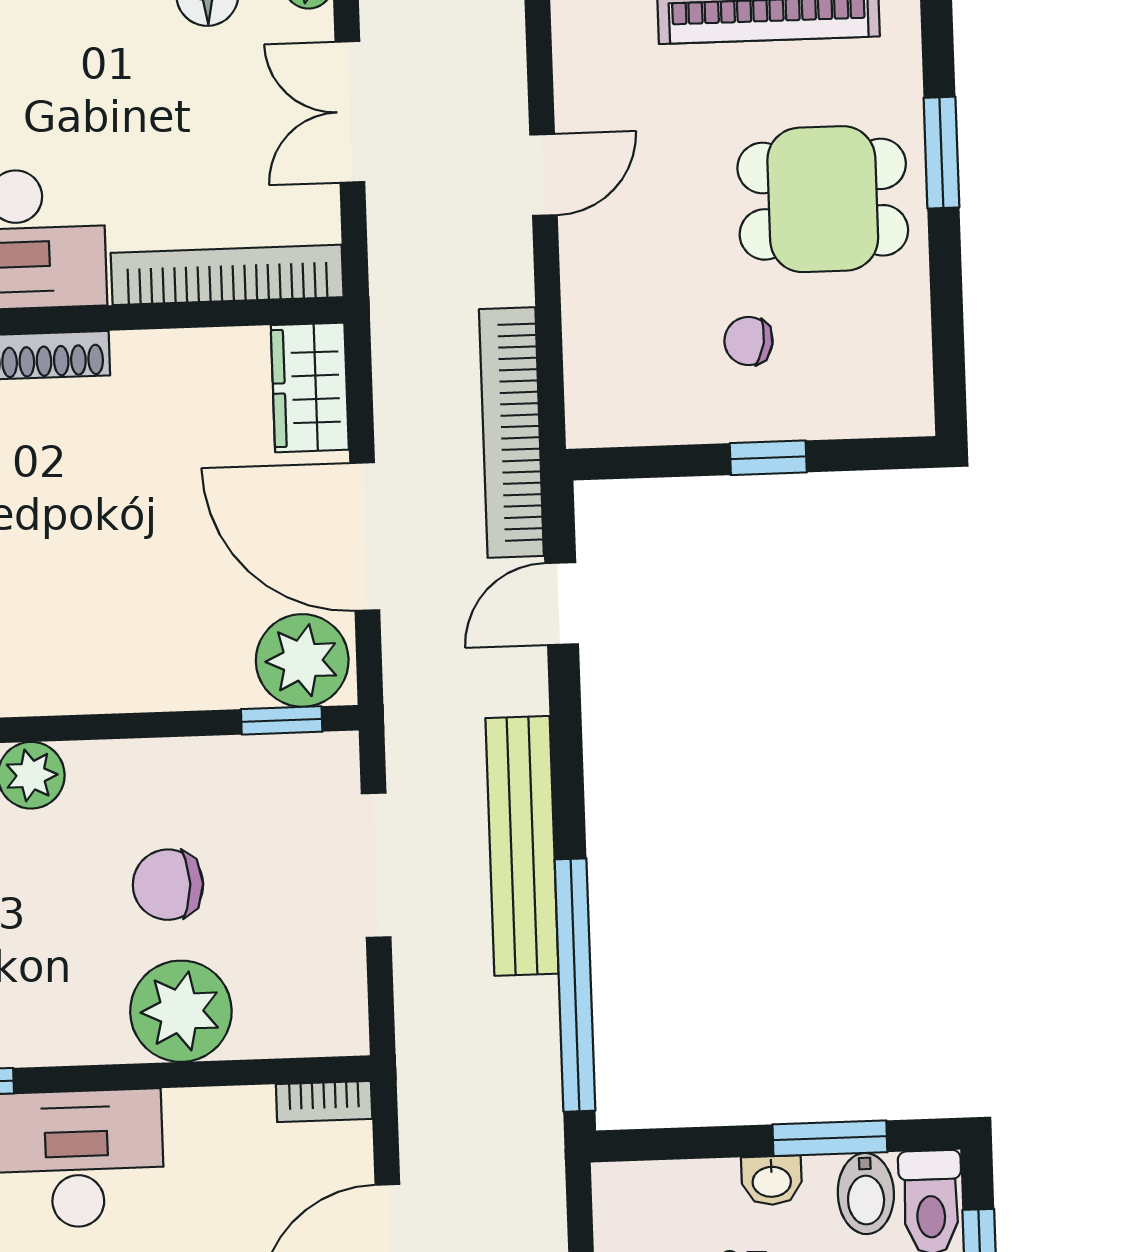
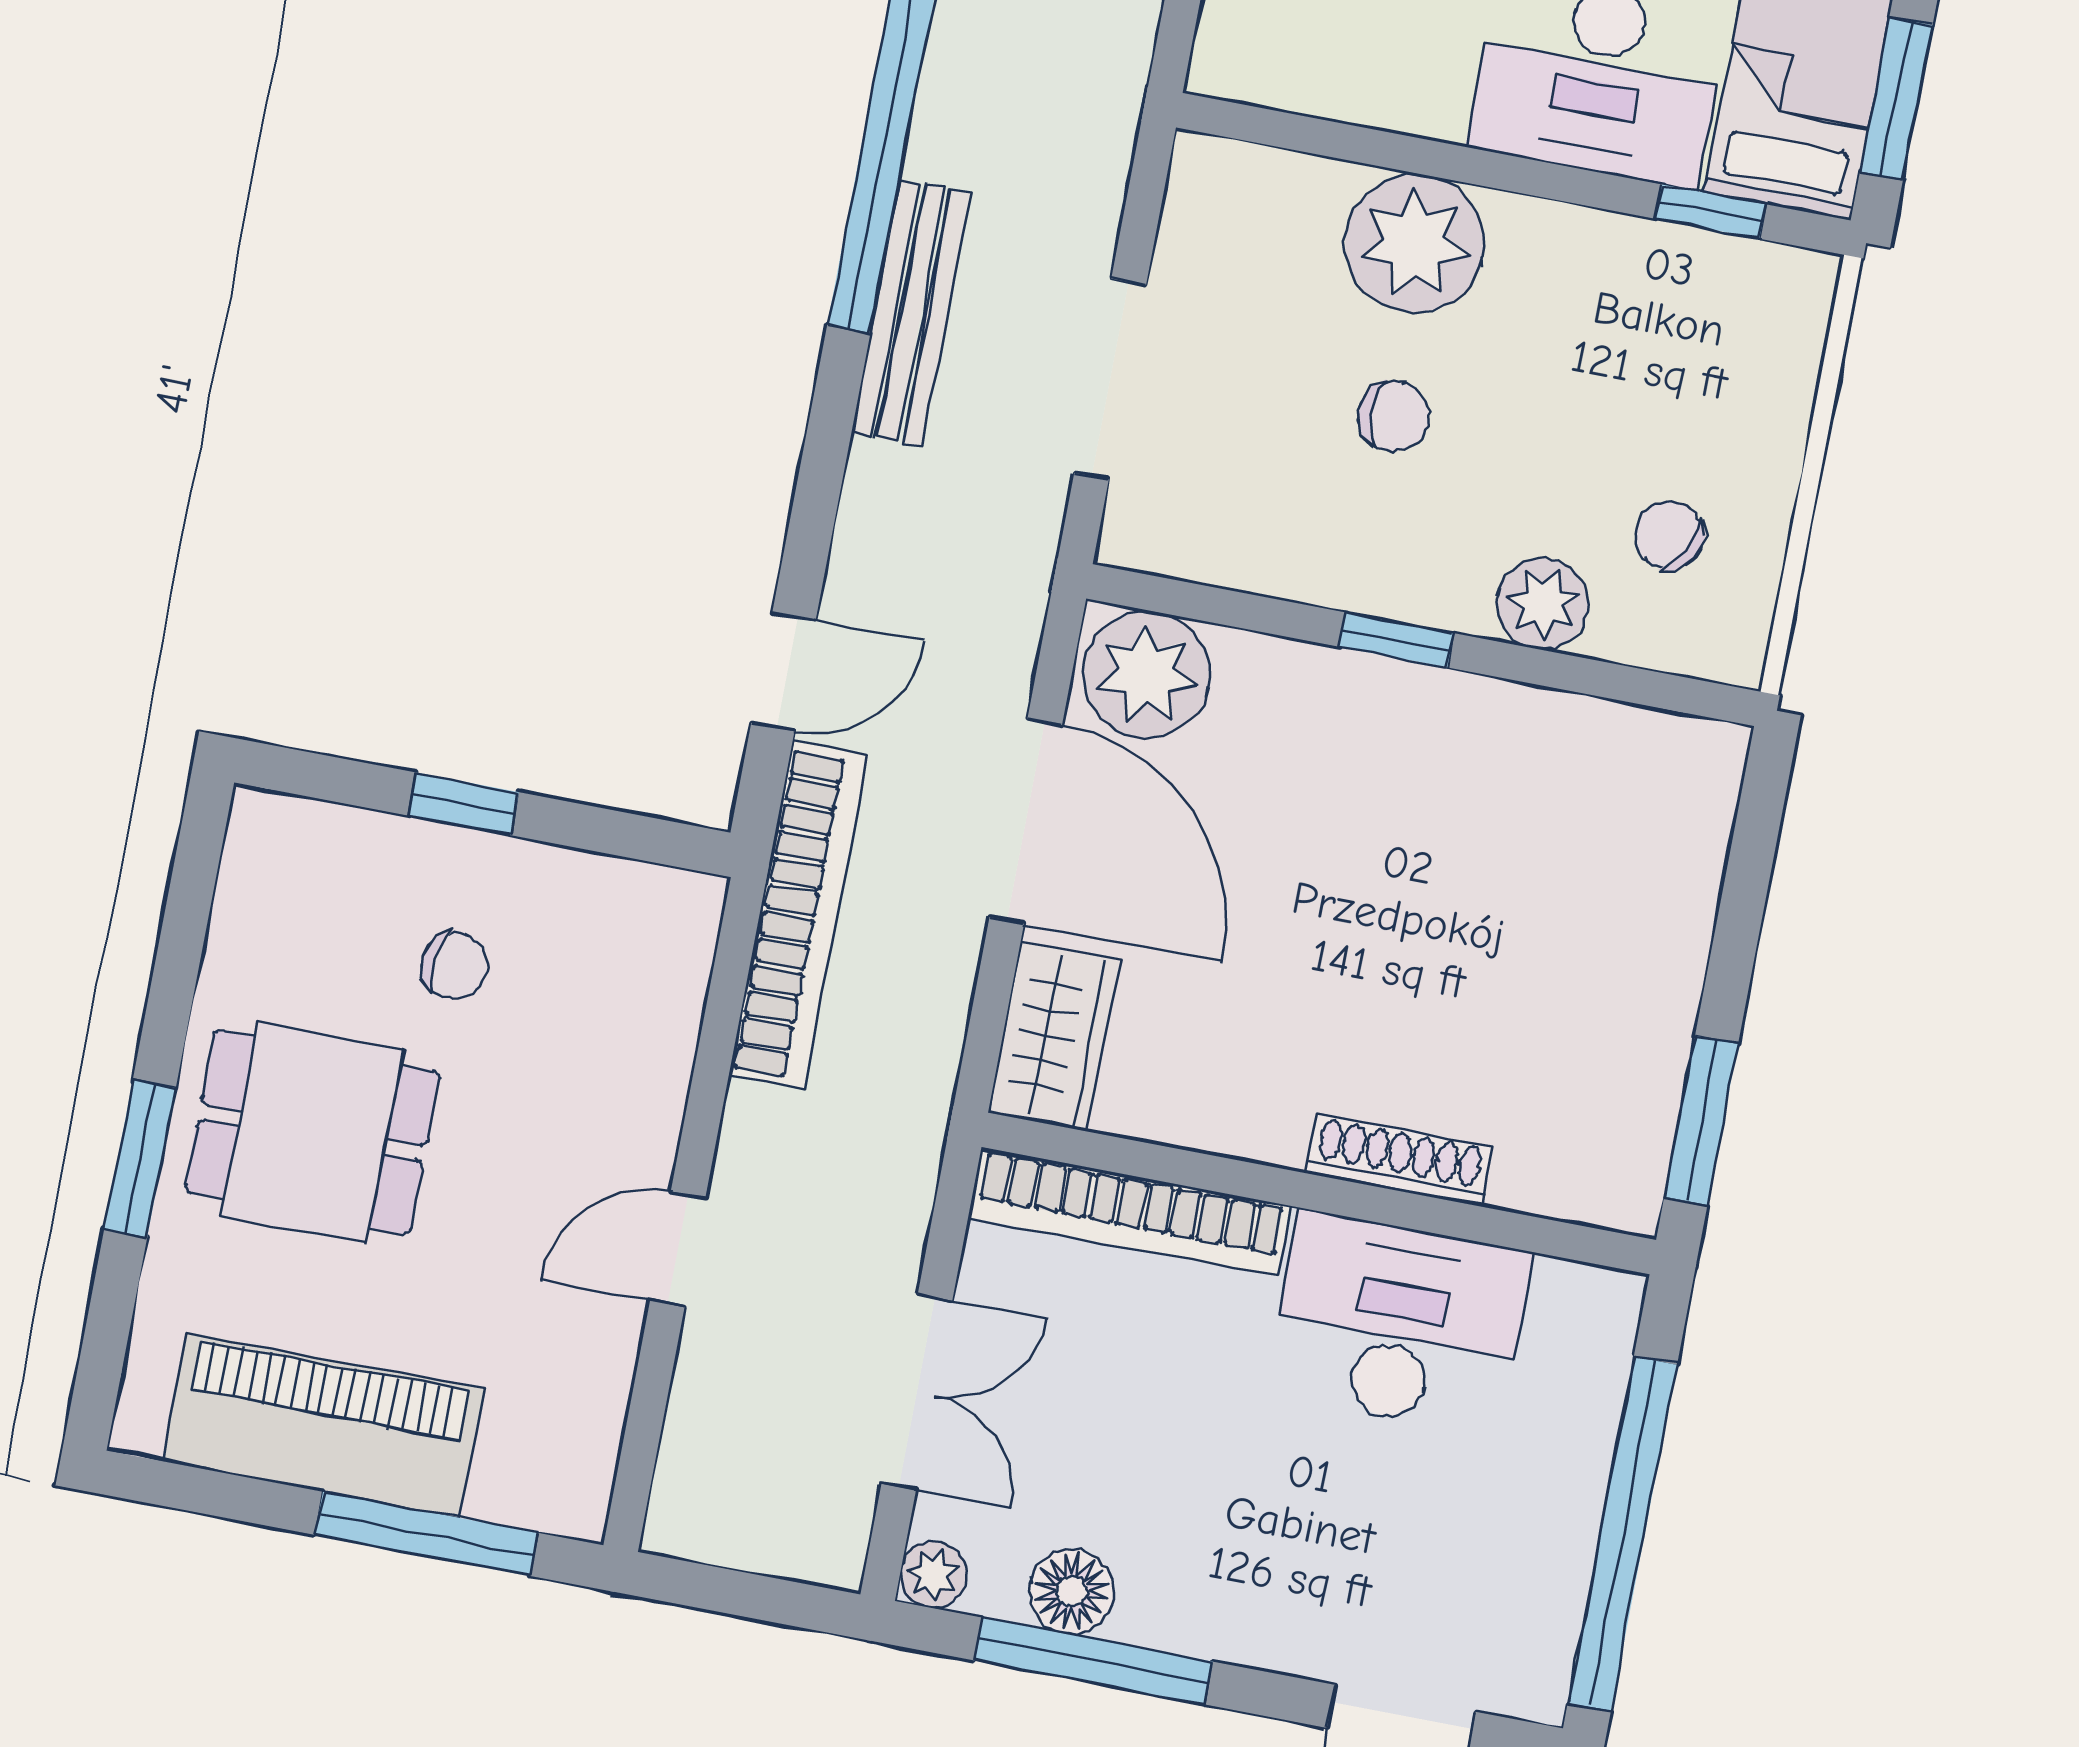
window: (282, 720) -> (1396, 640), moved
bench: (522, 846) -> (911, 313), width x0.73, depth x0.82
chair: (168, 885) -> (1394, 416), width x0.73, depth x0.73
bookcase: (324, 1102) -> (1251, 80), removed

